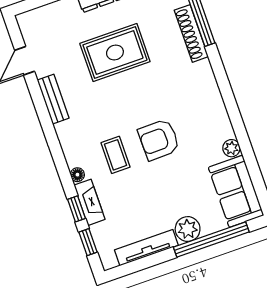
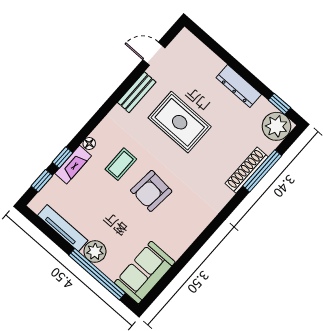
rug: (115, 53) -> (180, 122), moved
armchair: (159, 140) -> (151, 191), turned -84
plant: (231, 148) -> (176, 250), removed

